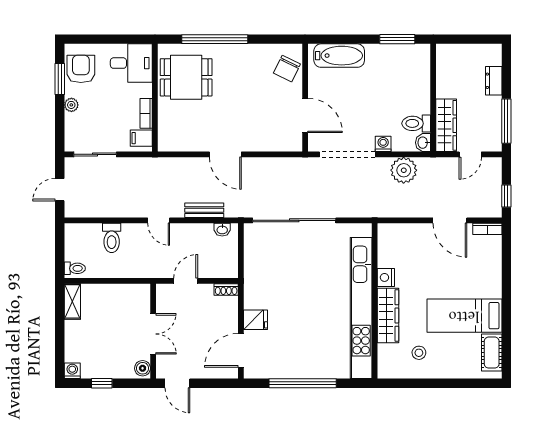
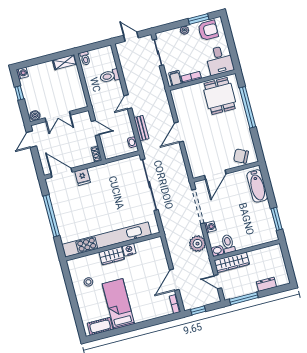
wardrobe: (388, 315) -> (112, 256), width x0.67

